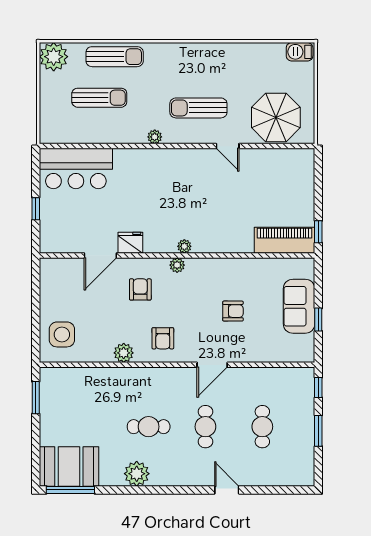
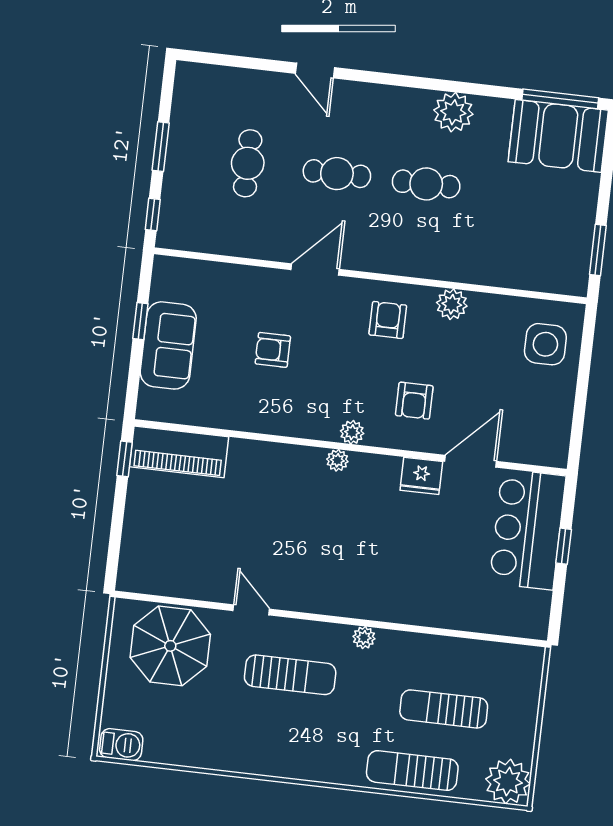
bar counter: (76, 168) -> (528, 529), moved, turned -90
cafe table: (205, 427) -> (337, 174), turned 90

